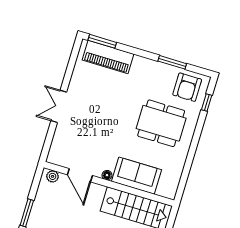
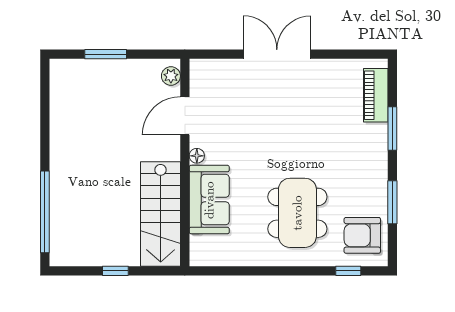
window: (102, 41) -> (392, 128), moved
piano: (108, 57) -> (376, 95), width x0.73, depth x0.75
double door: (59, 106) -> (277, 54), width x1.37

